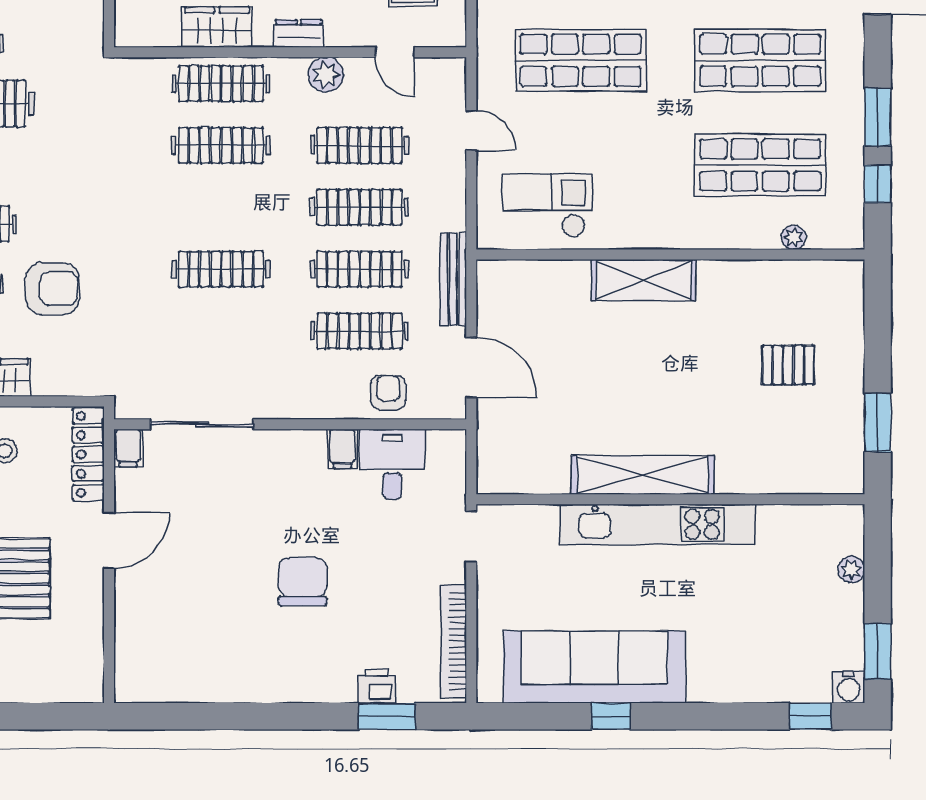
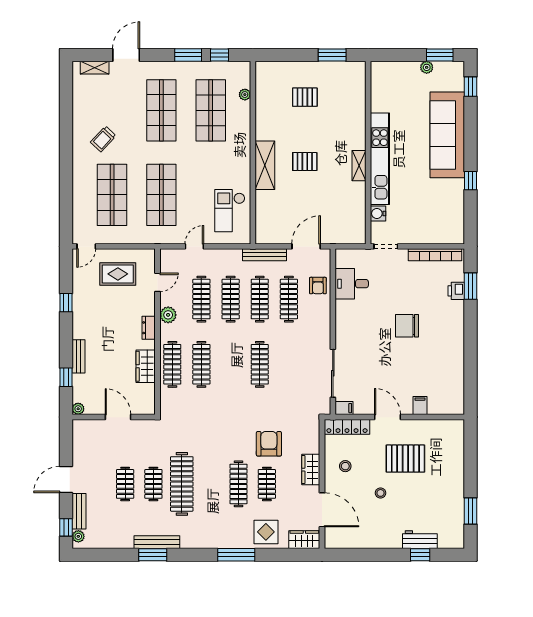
pallet: (651, 365) -> (305, 162), added
pallet: (788, 365) -> (305, 97), turned 90
armchair: (388, 393) -> (318, 286), turned -90
filing cabinet: (342, 449) -> (420, 406), moved, turned -90
shelving: (643, 475) -> (359, 166), width x0.45, depth x0.75
plant: (851, 569) -> (427, 67), moved
sofa: (594, 667) -> (447, 135), moved
water cooler: (849, 687) -> (378, 213), moved, turned 180

